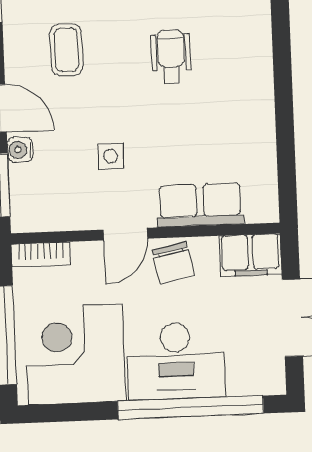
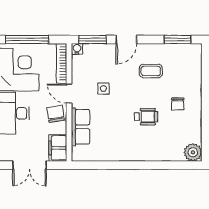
water cooler: (20, 150) -> (77, 49), moved
bookcase: (41, 255) -> (62, 63), width x1.56
chair: (173, 263) -> (56, 114), turned 93

